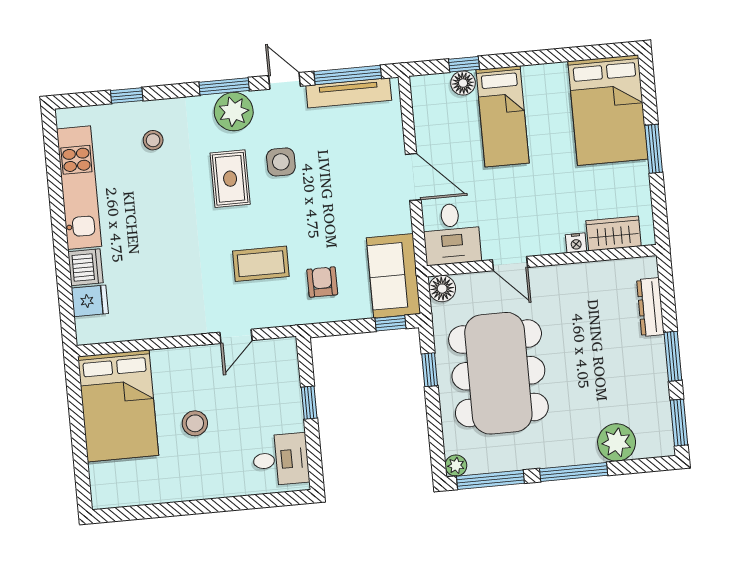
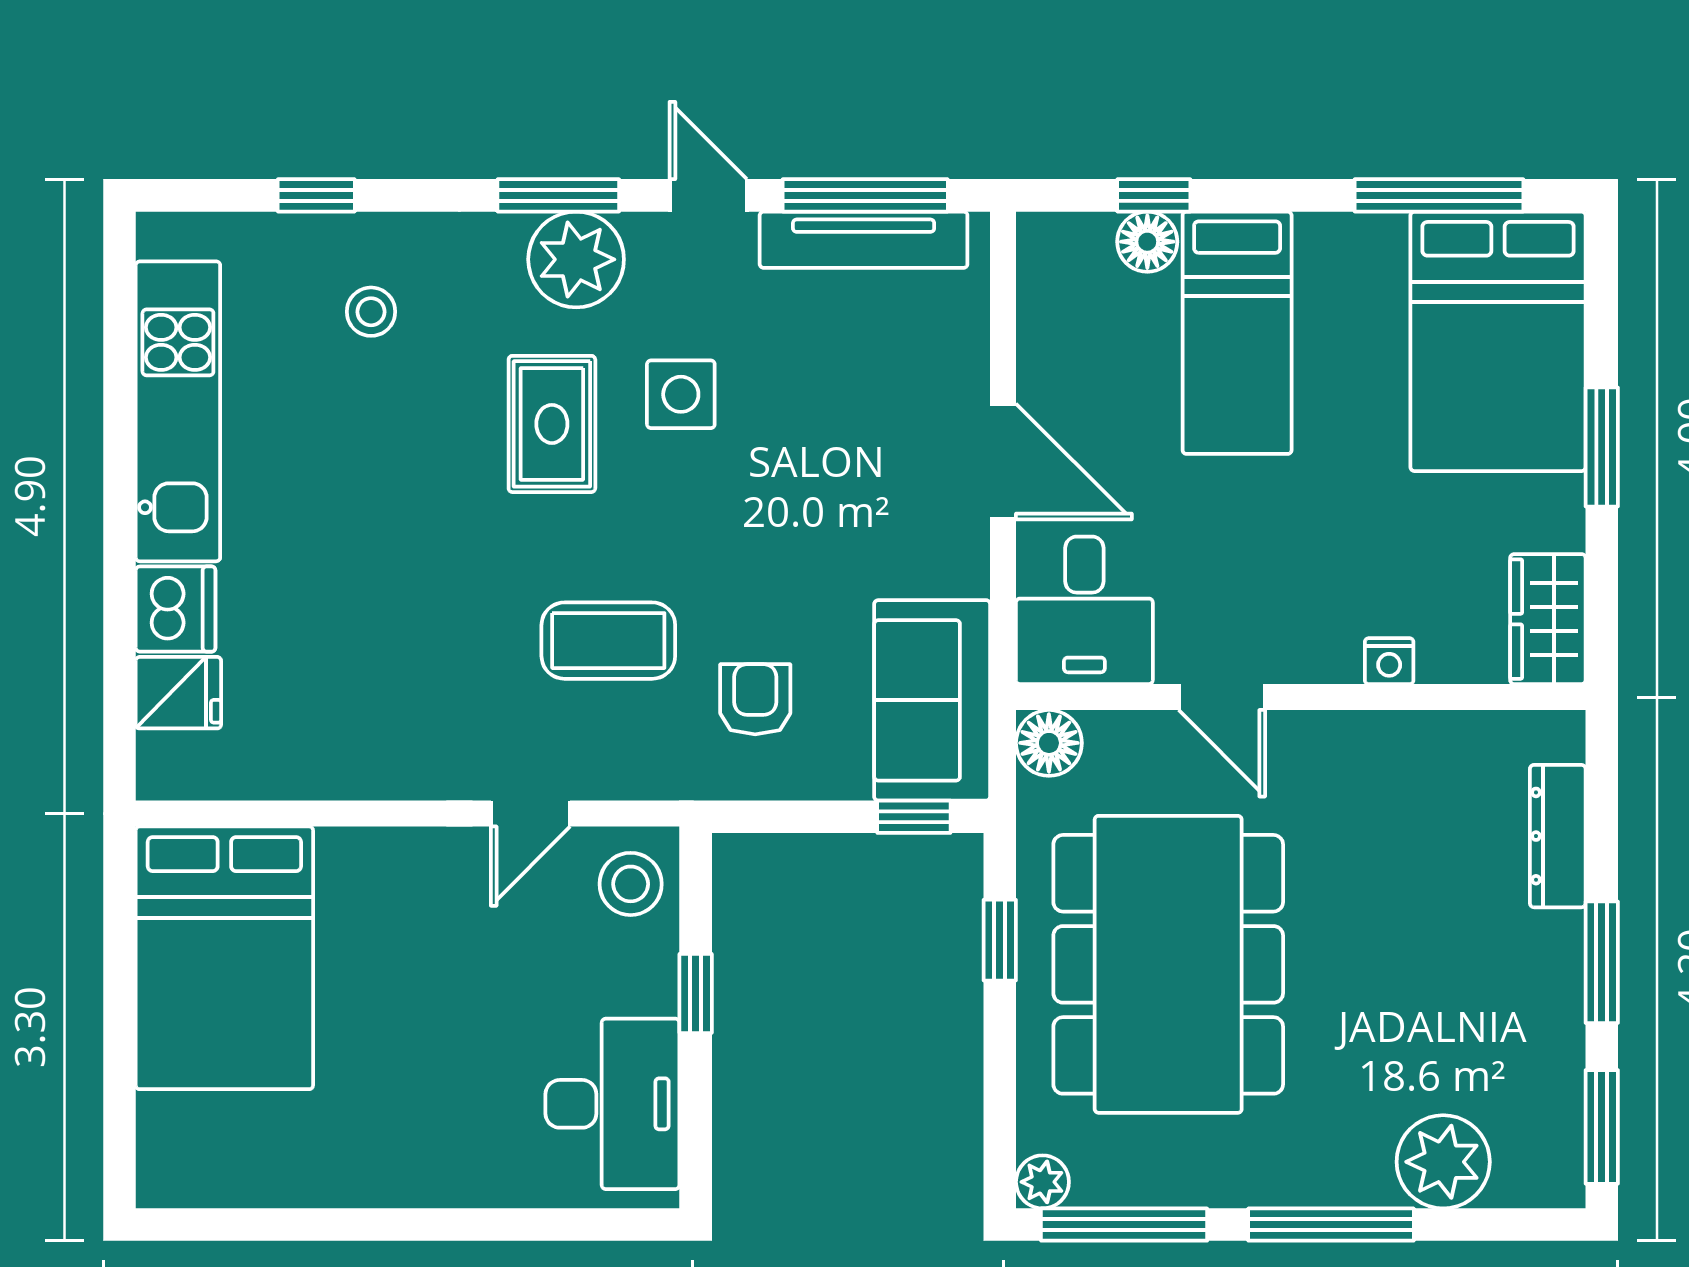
window: (579, 54) -> (1439, 195), added
wardrobe: (614, 233) -> (1548, 619), moved, turned -90
stool: (195, 423) -> (631, 884), moved
desk: (281, 460) -> (612, 1104), width x1.37

